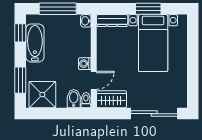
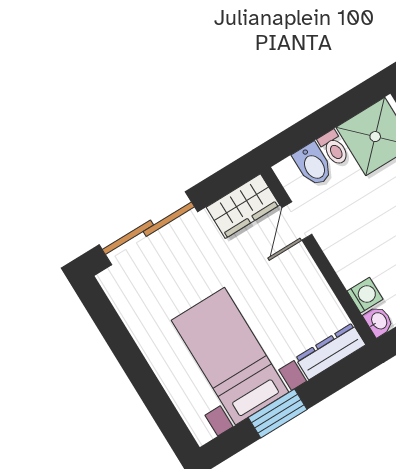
washing machine: (85, 64) -> (365, 295), moved
toilet: (86, 100) -> (334, 148), moved

